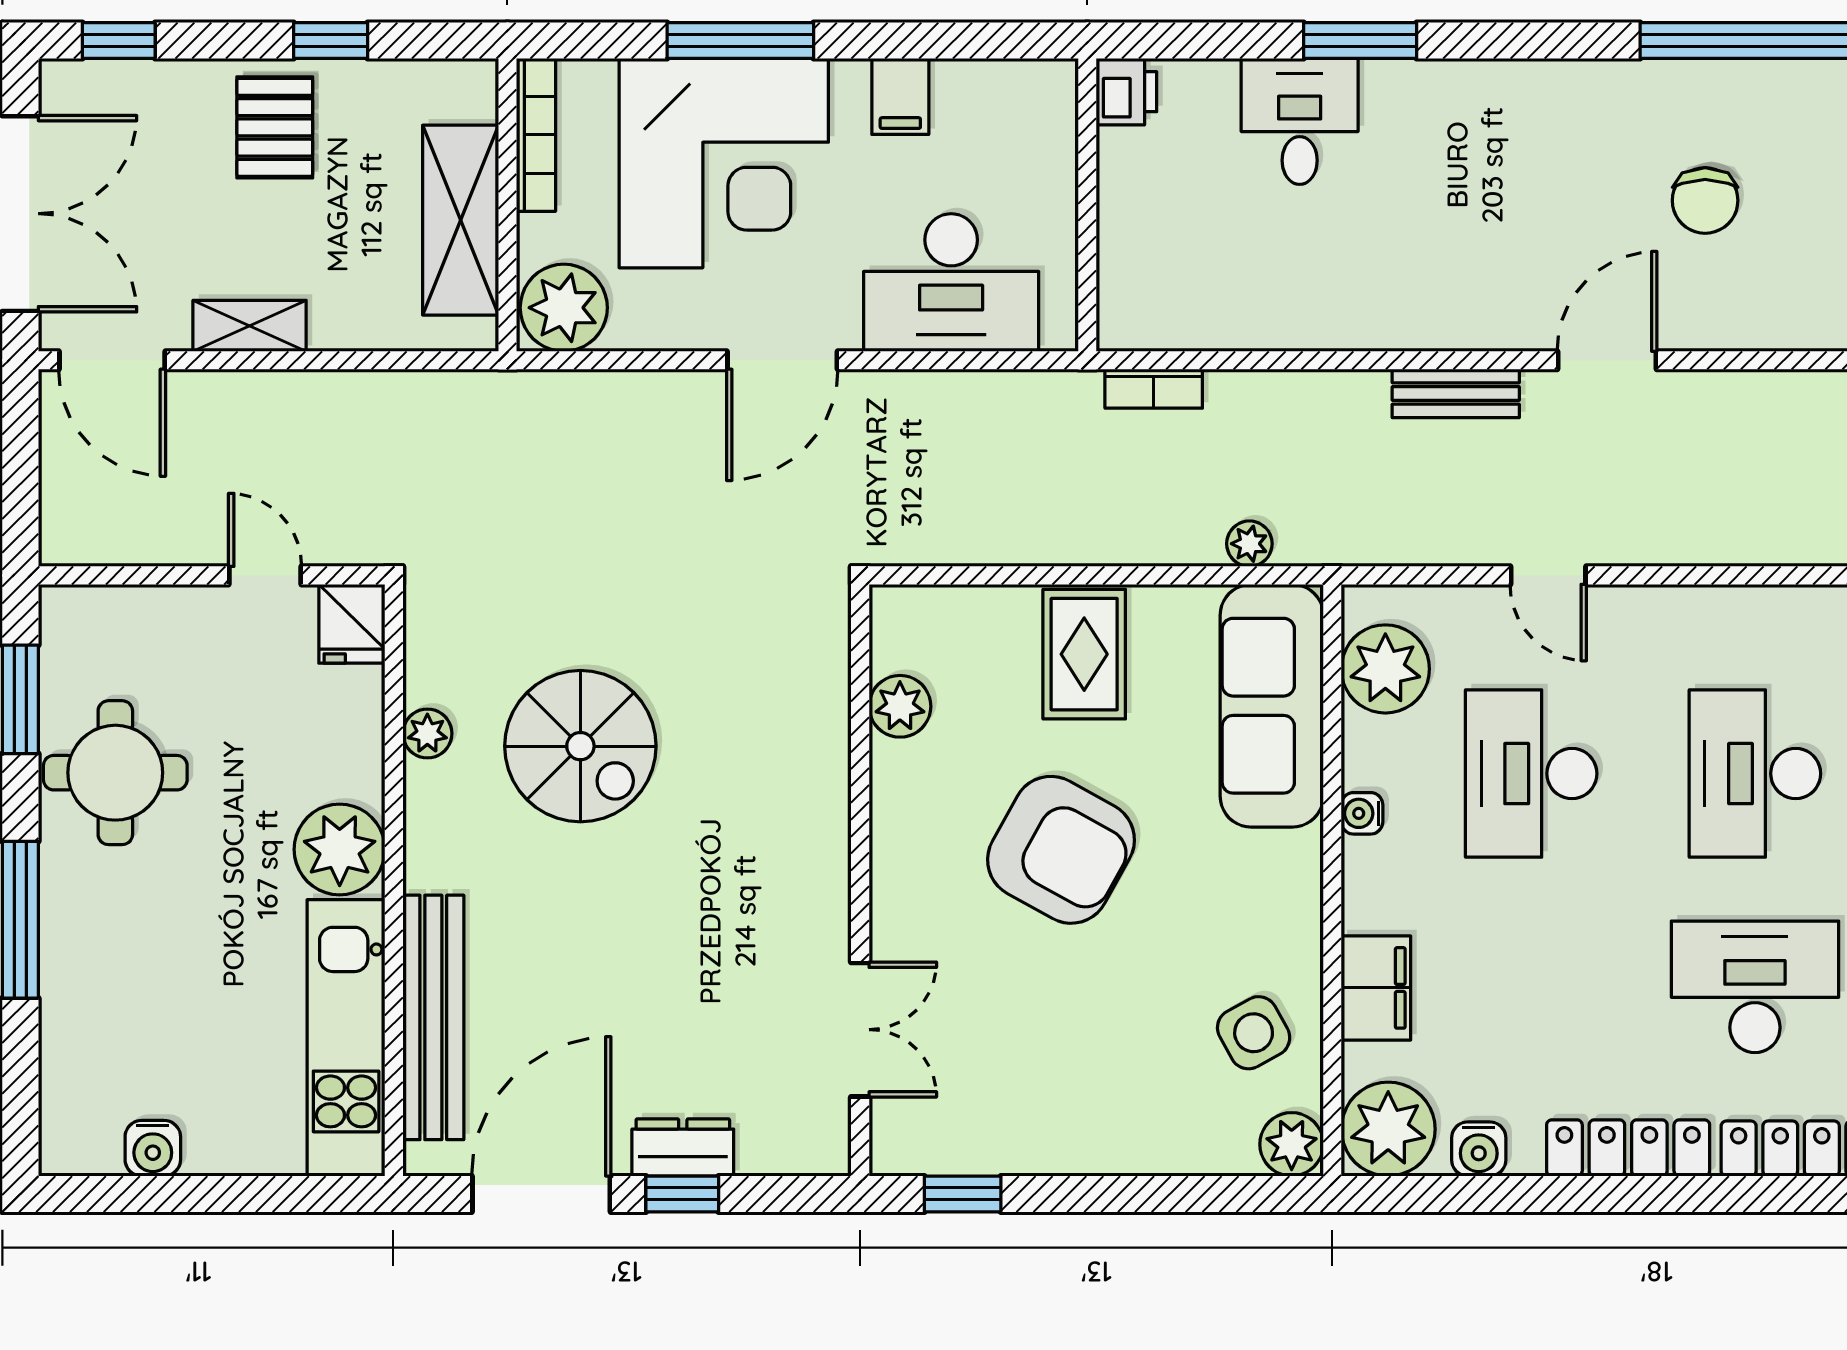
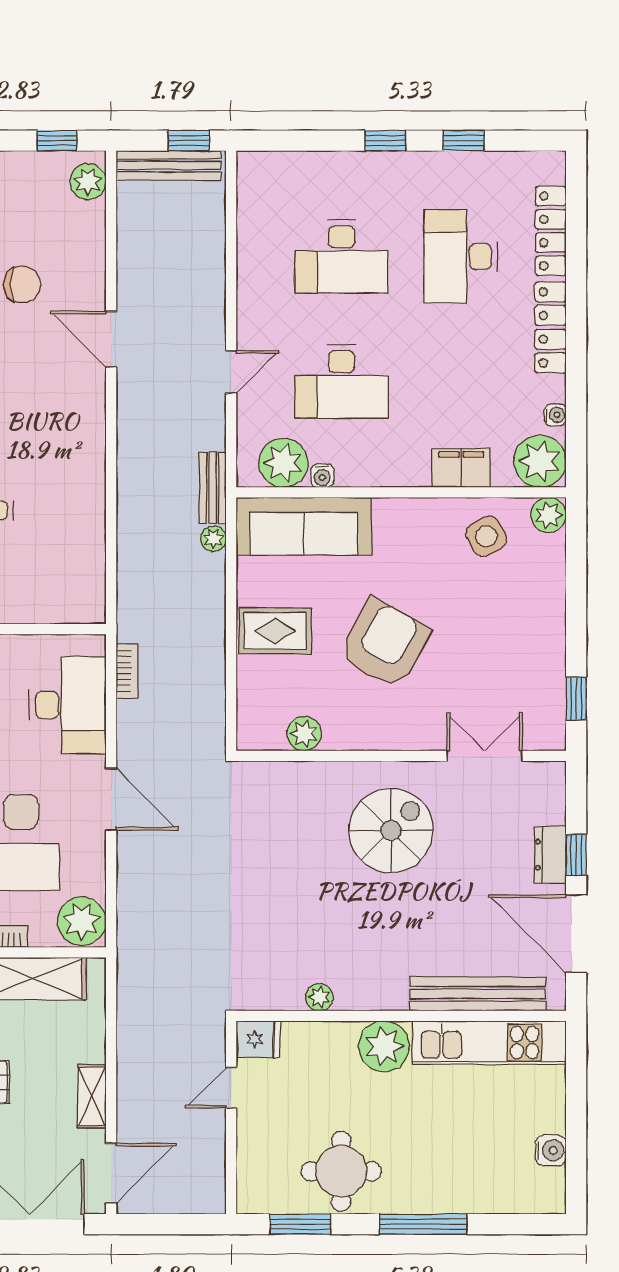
bookcase: (1154, 389) -> (127, 671), moved
bench: (1456, 393) -> (213, 488), moved
spiral stairs: (580, 746) -> (391, 830), moved
water cooler: (1362, 813) -> (322, 476), moved
water cooler: (1479, 1149) -> (555, 415), width x0.72, depth x0.72

